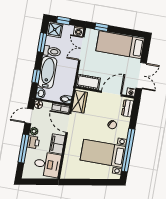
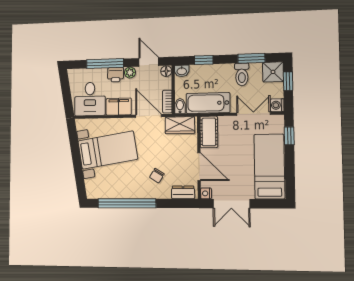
bathtub: (48, 72) -> (208, 103), moved, turned 180
door: (68, 123) -> (148, 116), hinge flipped
bed with nightstands: (103, 153) -> (108, 150), moved, turned 81

